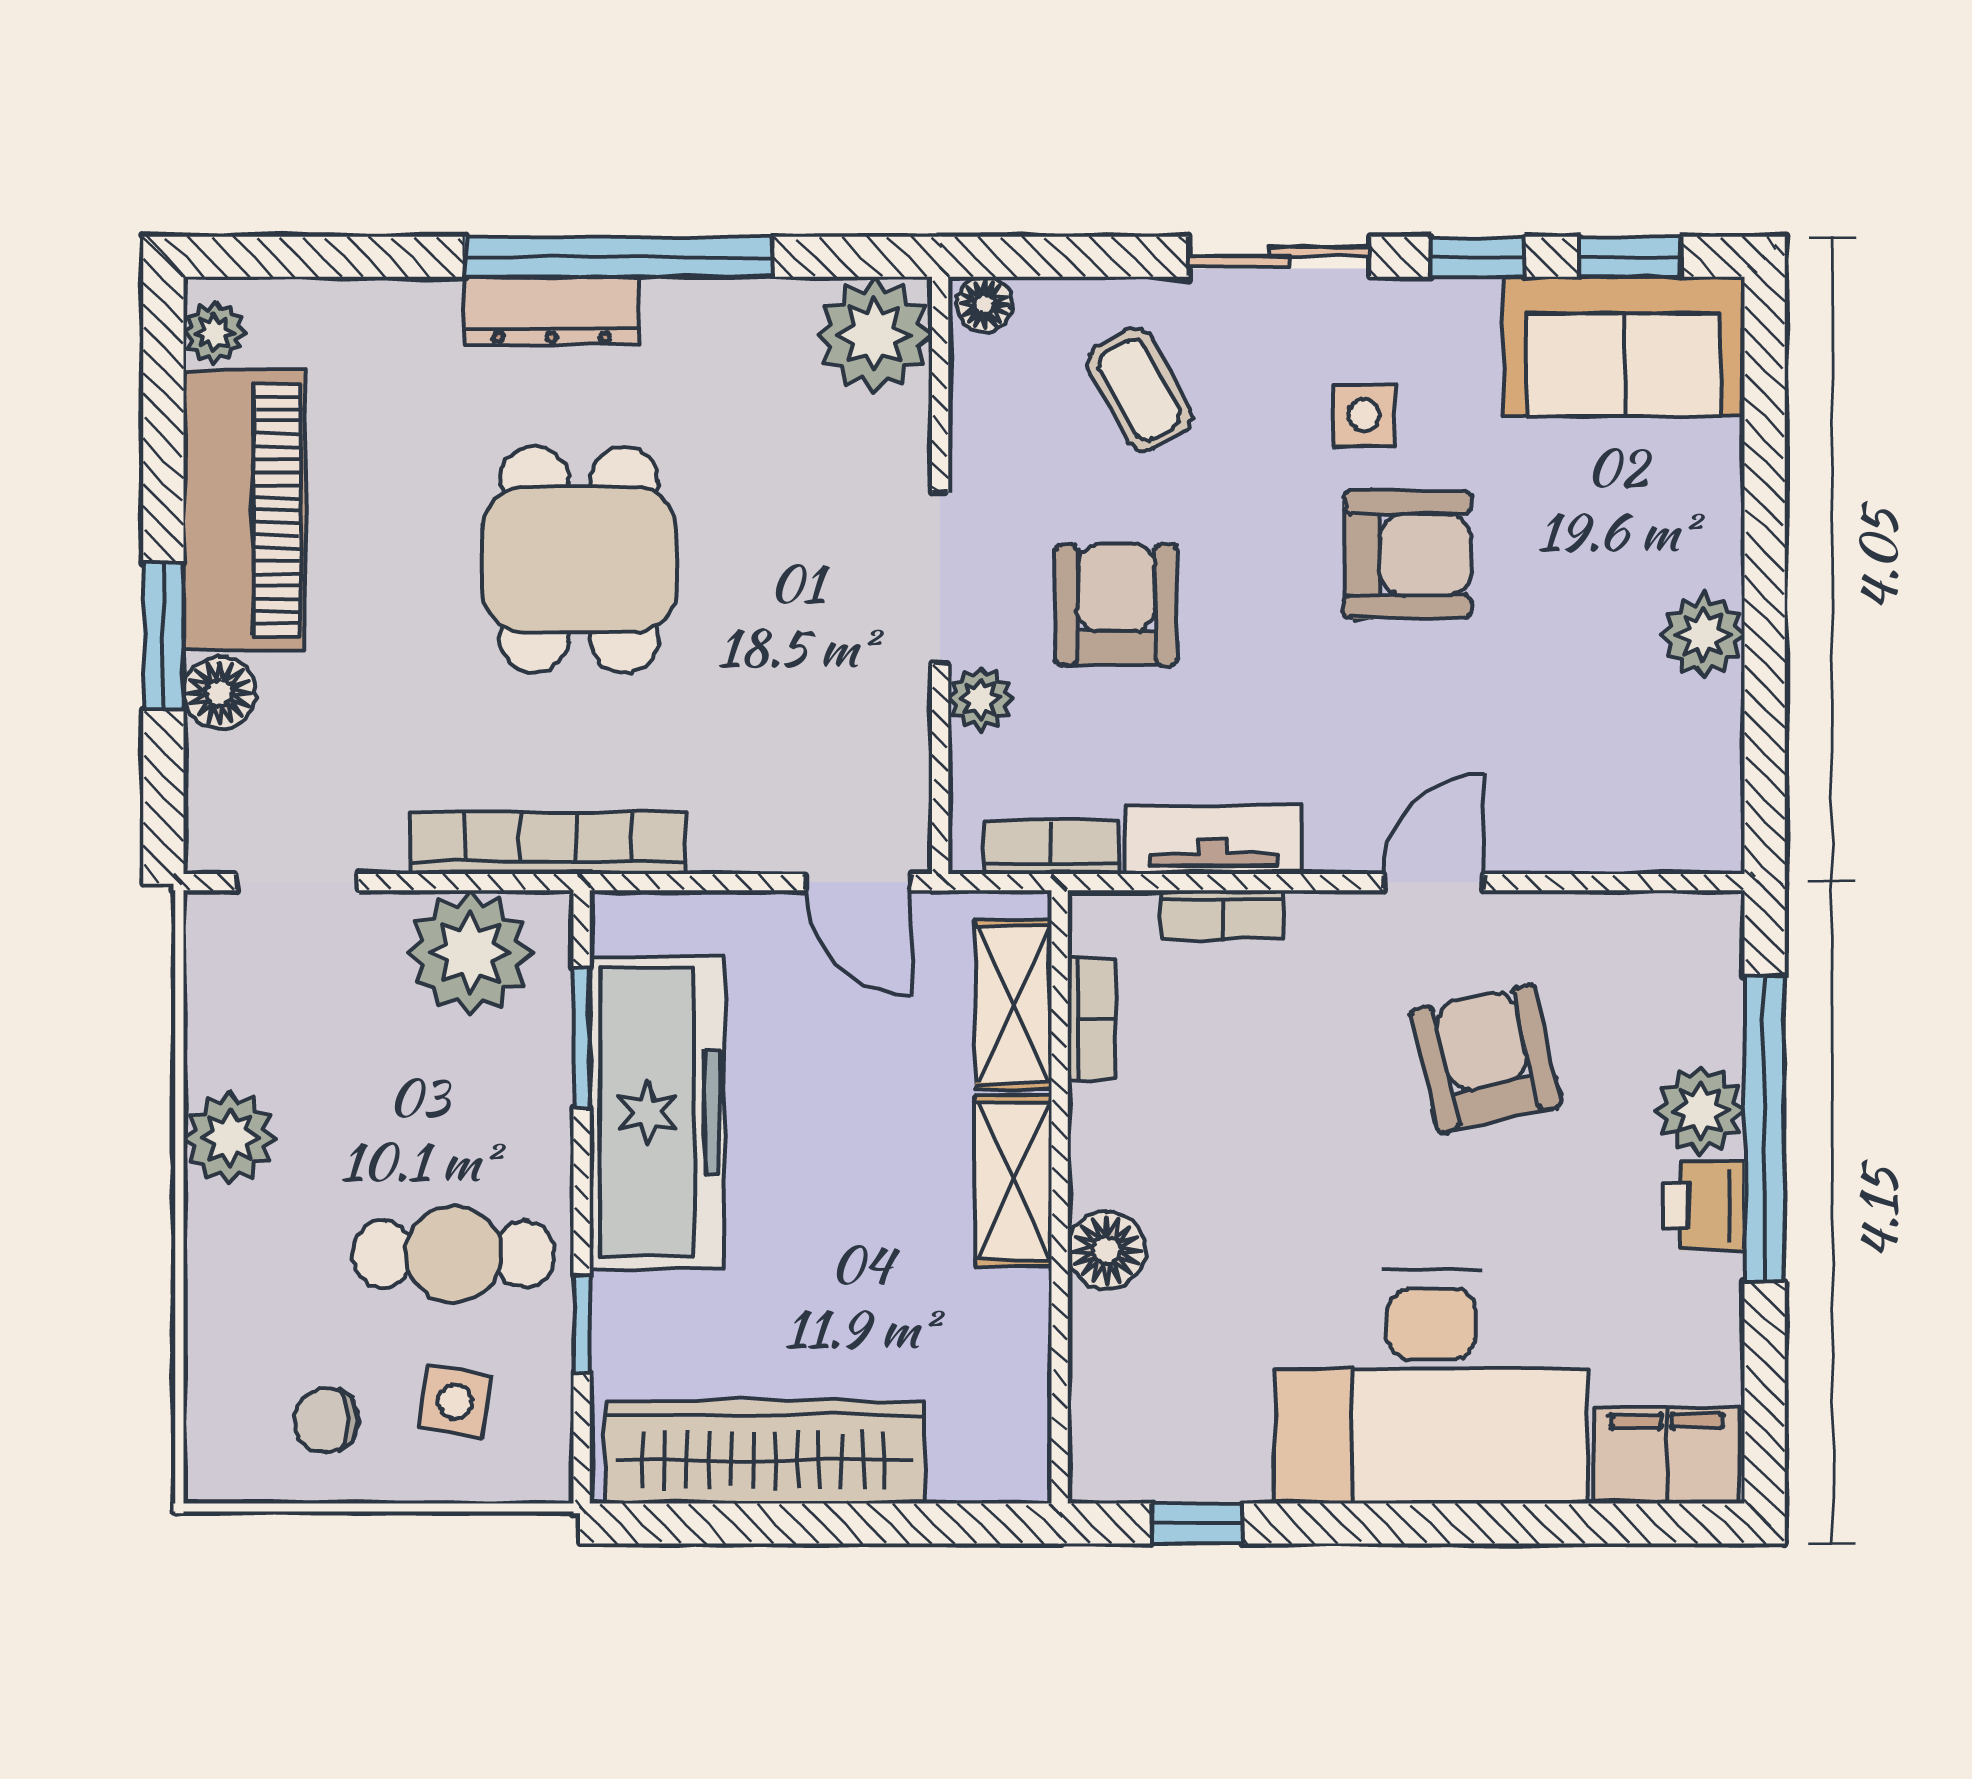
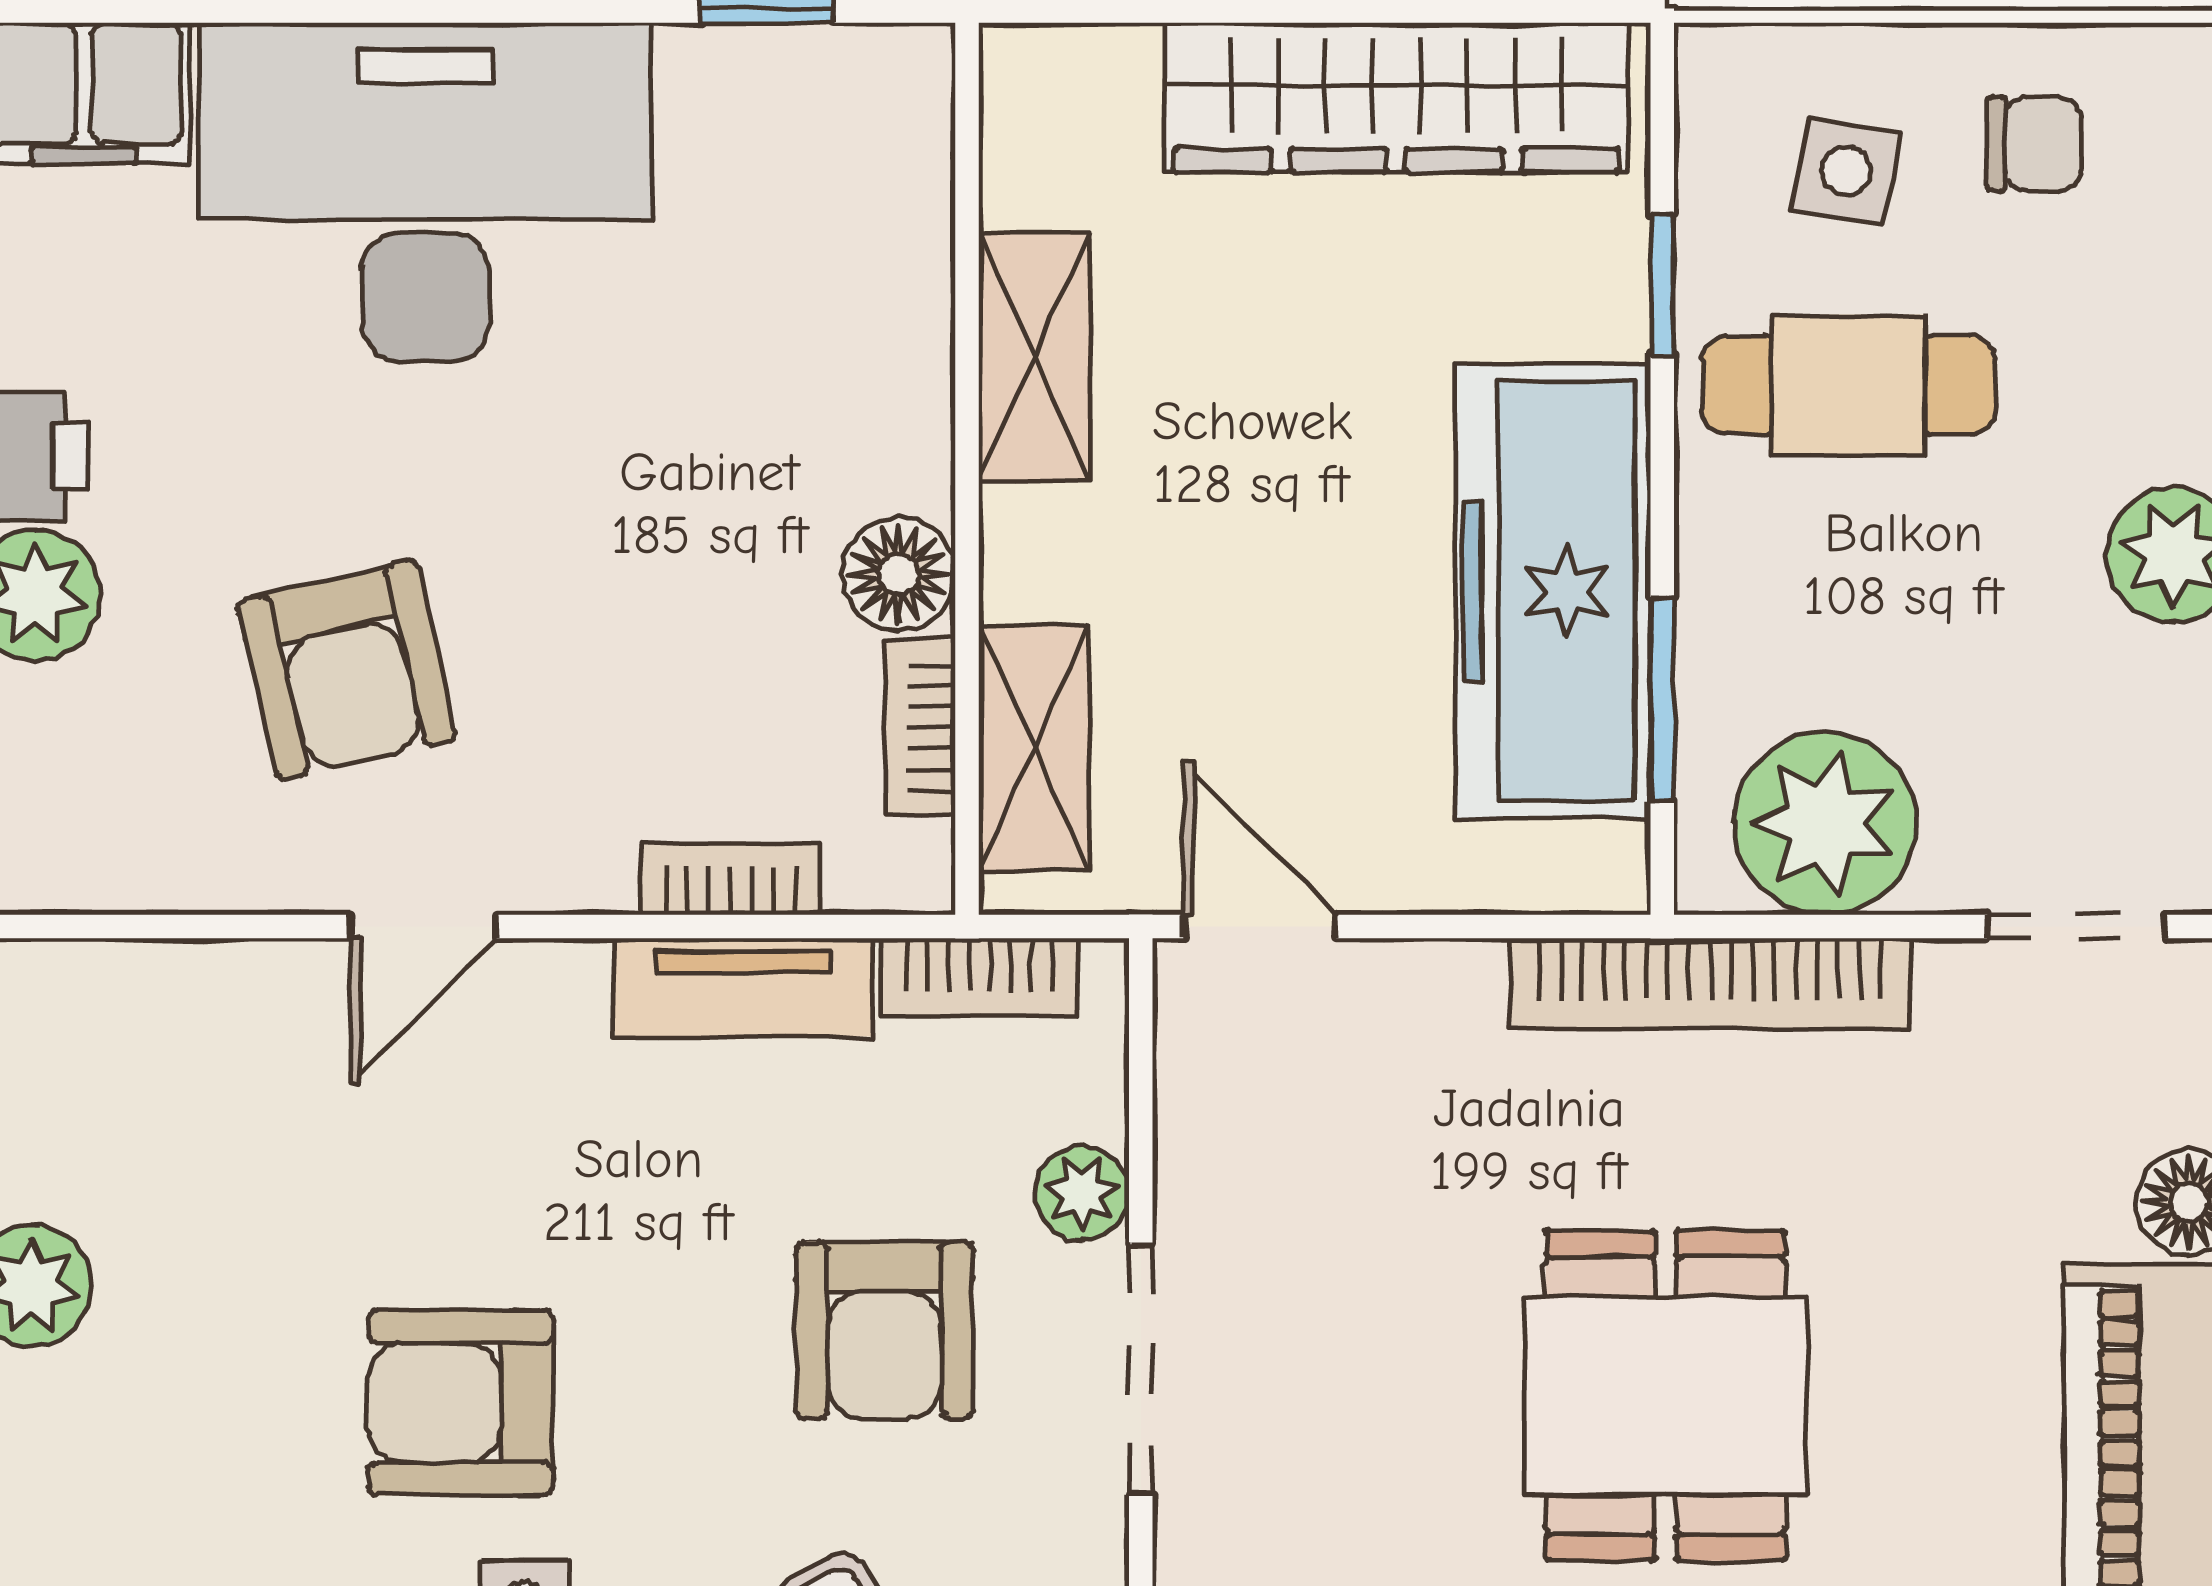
shelving: (1013, 1181) -> (1034, 357), moved
floor lamp: (1106, 1250) -> (899, 574), moved

